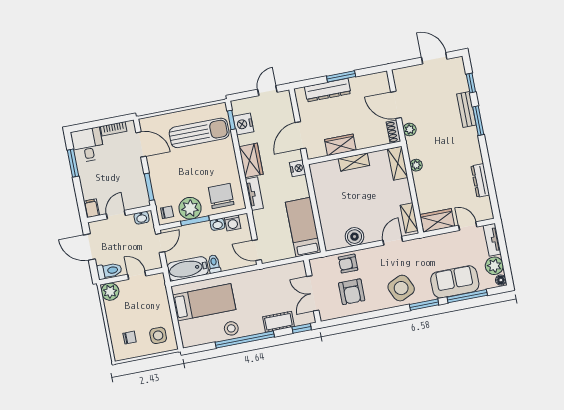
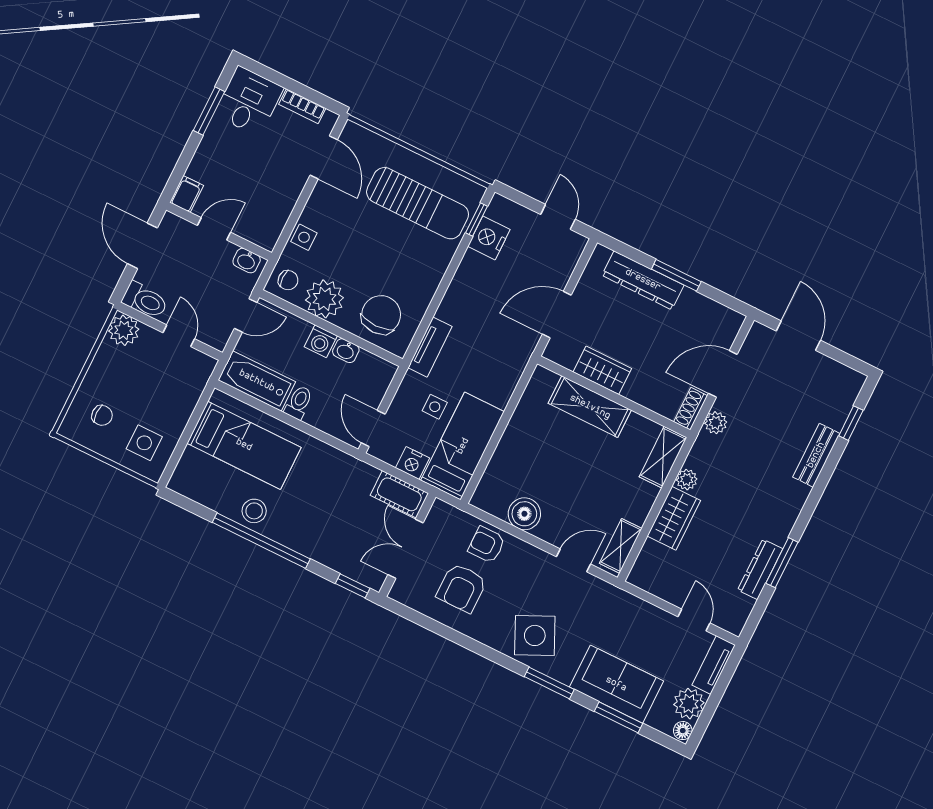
door: (434, 58) -> (798, 336), moved
door: (267, 91) -> (558, 217), hinge flipped
door: (396, 105) -> (723, 374), hinge flipped
window: (478, 121) -> (782, 563), moved
wardrobe: (251, 160) -> (461, 297), removed
shelving: (354, 162) -> (590, 407), width x1.50, depth x1.33
nightstand: (298, 168) -> (412, 463), moved, turned 90
window: (149, 187) -> (290, 225), removed
side table: (160, 187) -> (304, 237), added
side table: (277, 219) -> (435, 407), added
wardrobe: (437, 220) -> (674, 518), moved, turned 90
window: (195, 221) -> (318, 322), removed
washing machine: (233, 223) -> (321, 341), moved
window: (467, 296) -> (619, 717), width x0.69
cot: (278, 322) -> (399, 494), moved

